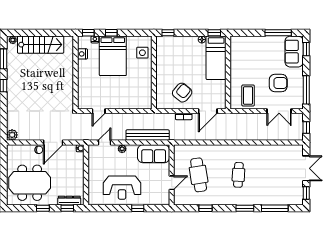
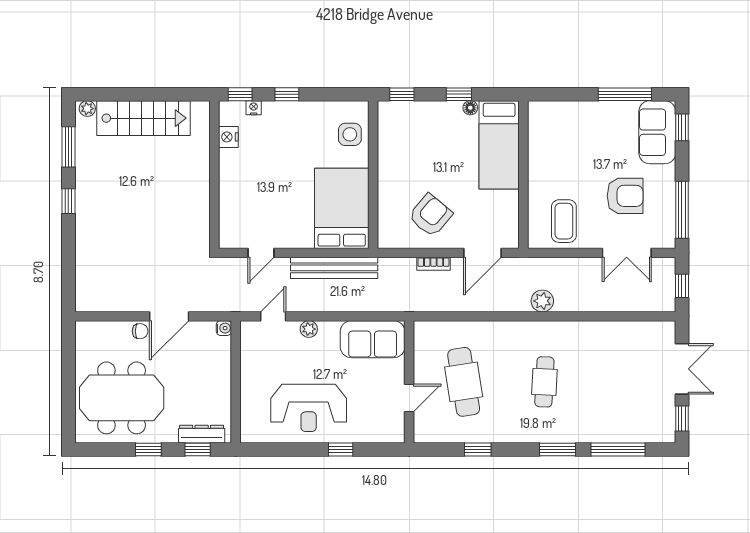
window: (214, 33) -> (459, 94), moved
bed: (113, 56) -> (342, 208), moved, turned 180
plant: (12, 135) -> (542, 301), moved
bench: (148, 135) -> (334, 268), moved

